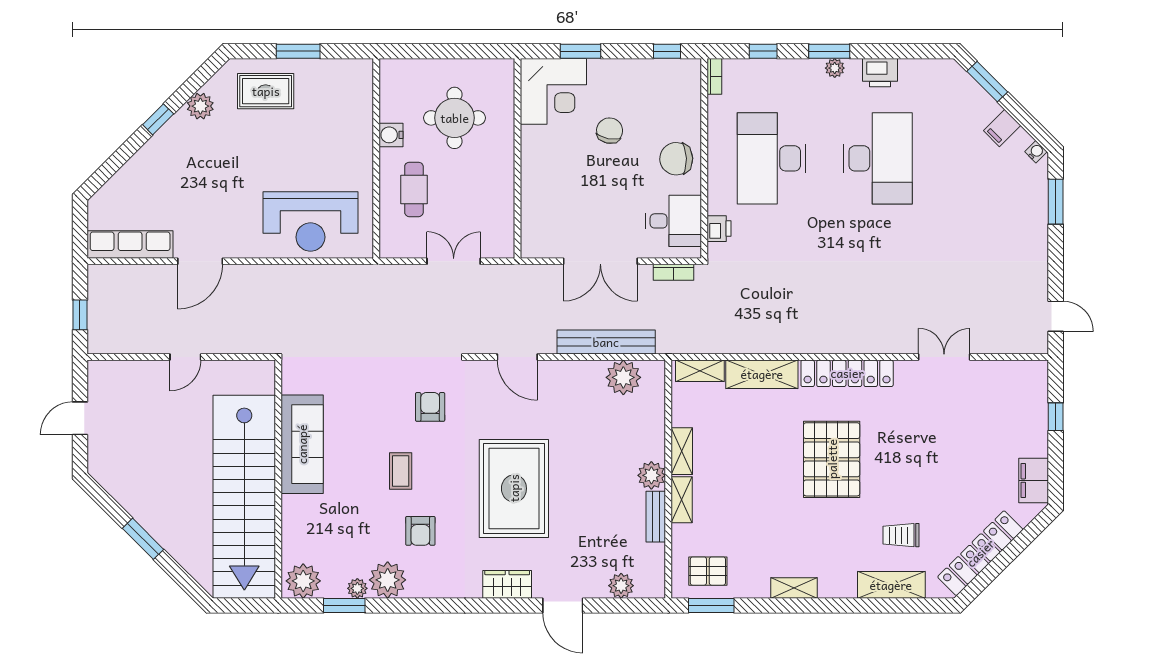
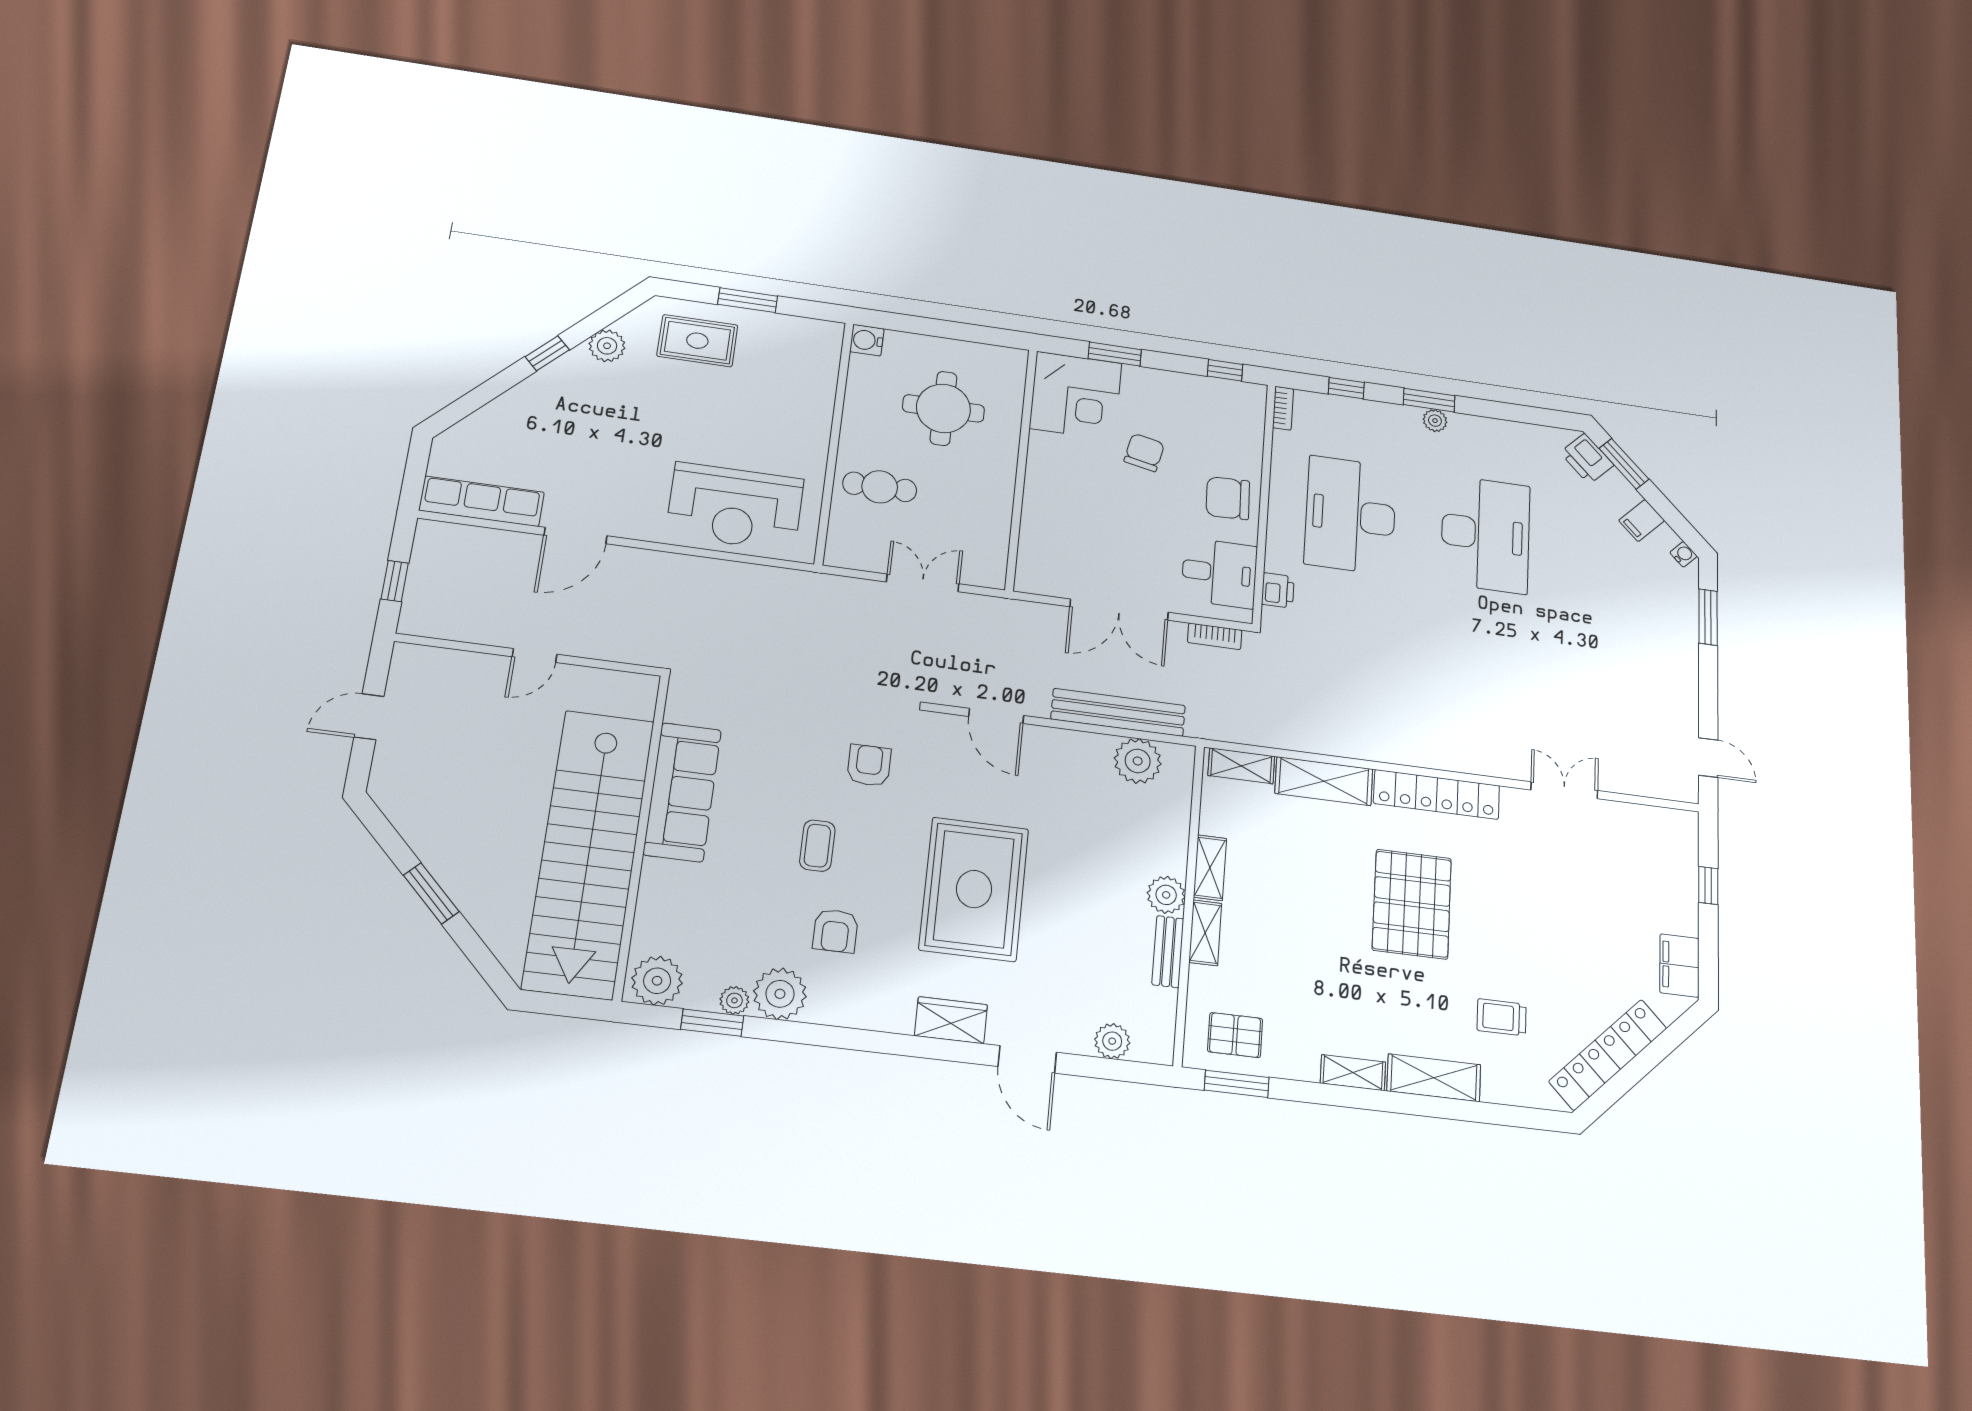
printer: (880, 73) -> (1587, 459), moved, turned 45
water cooler: (391, 135) -> (867, 340), moved
cafe table: (414, 189) -> (880, 487), turned 90
shelving: (891, 585) -> (1434, 1078), moved

